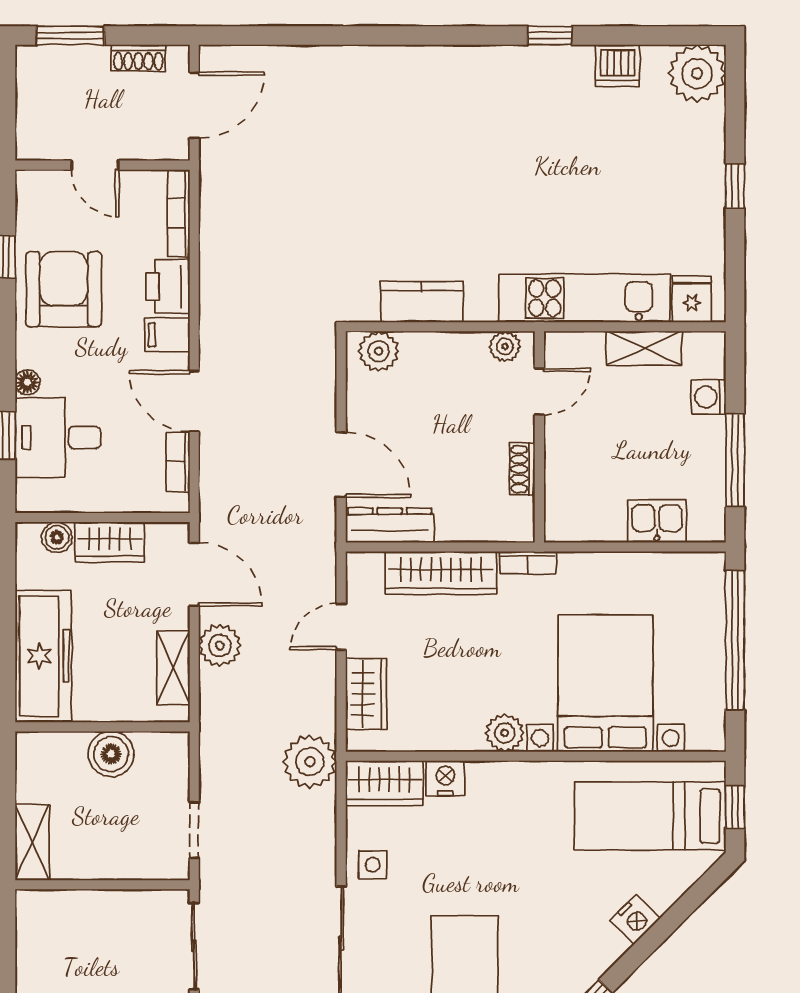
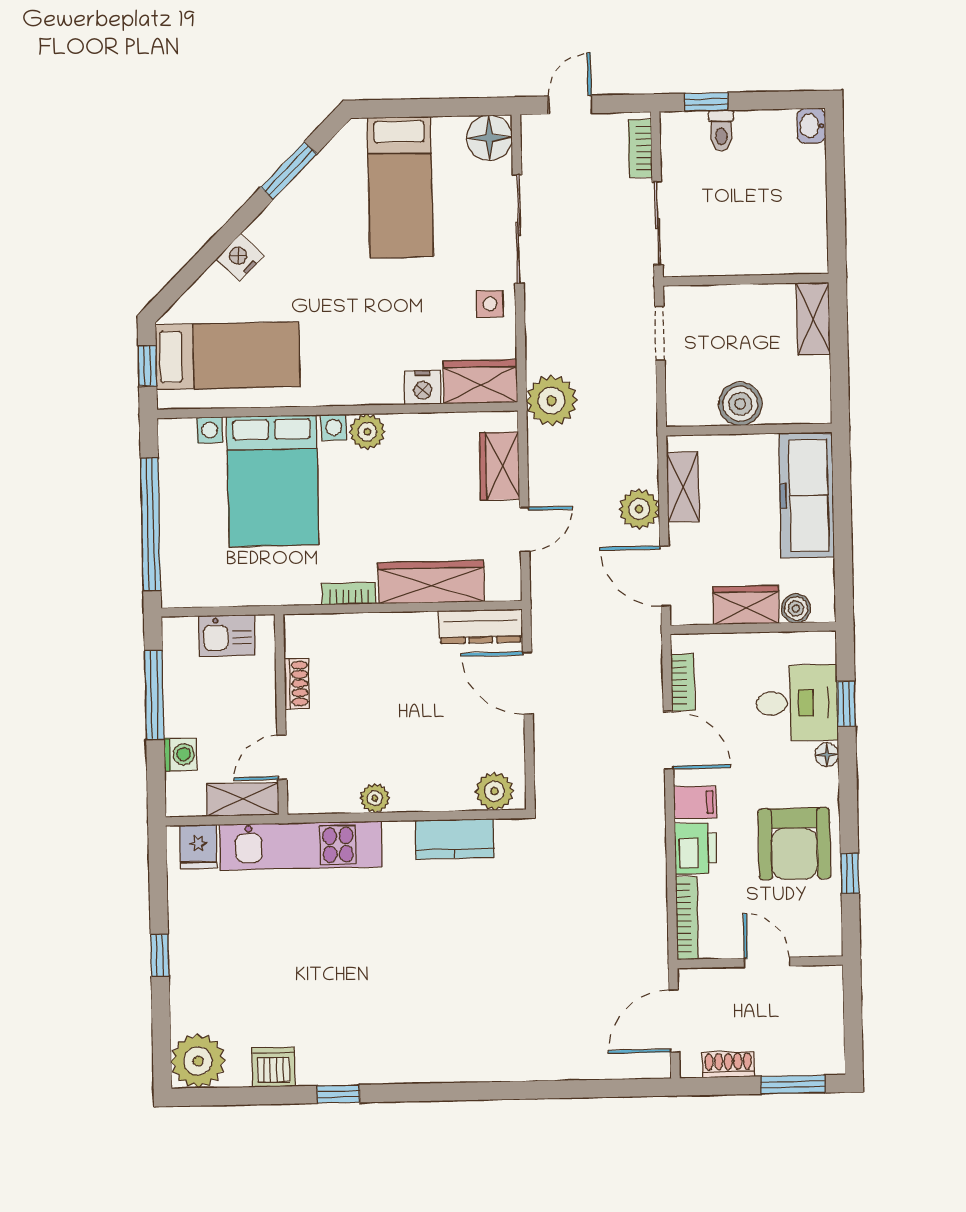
door: (539, 392) -> (282, 757), moved
wall: (539, 437) -> (281, 714), moved
shoe rack: (522, 469) -> (297, 684), moved

